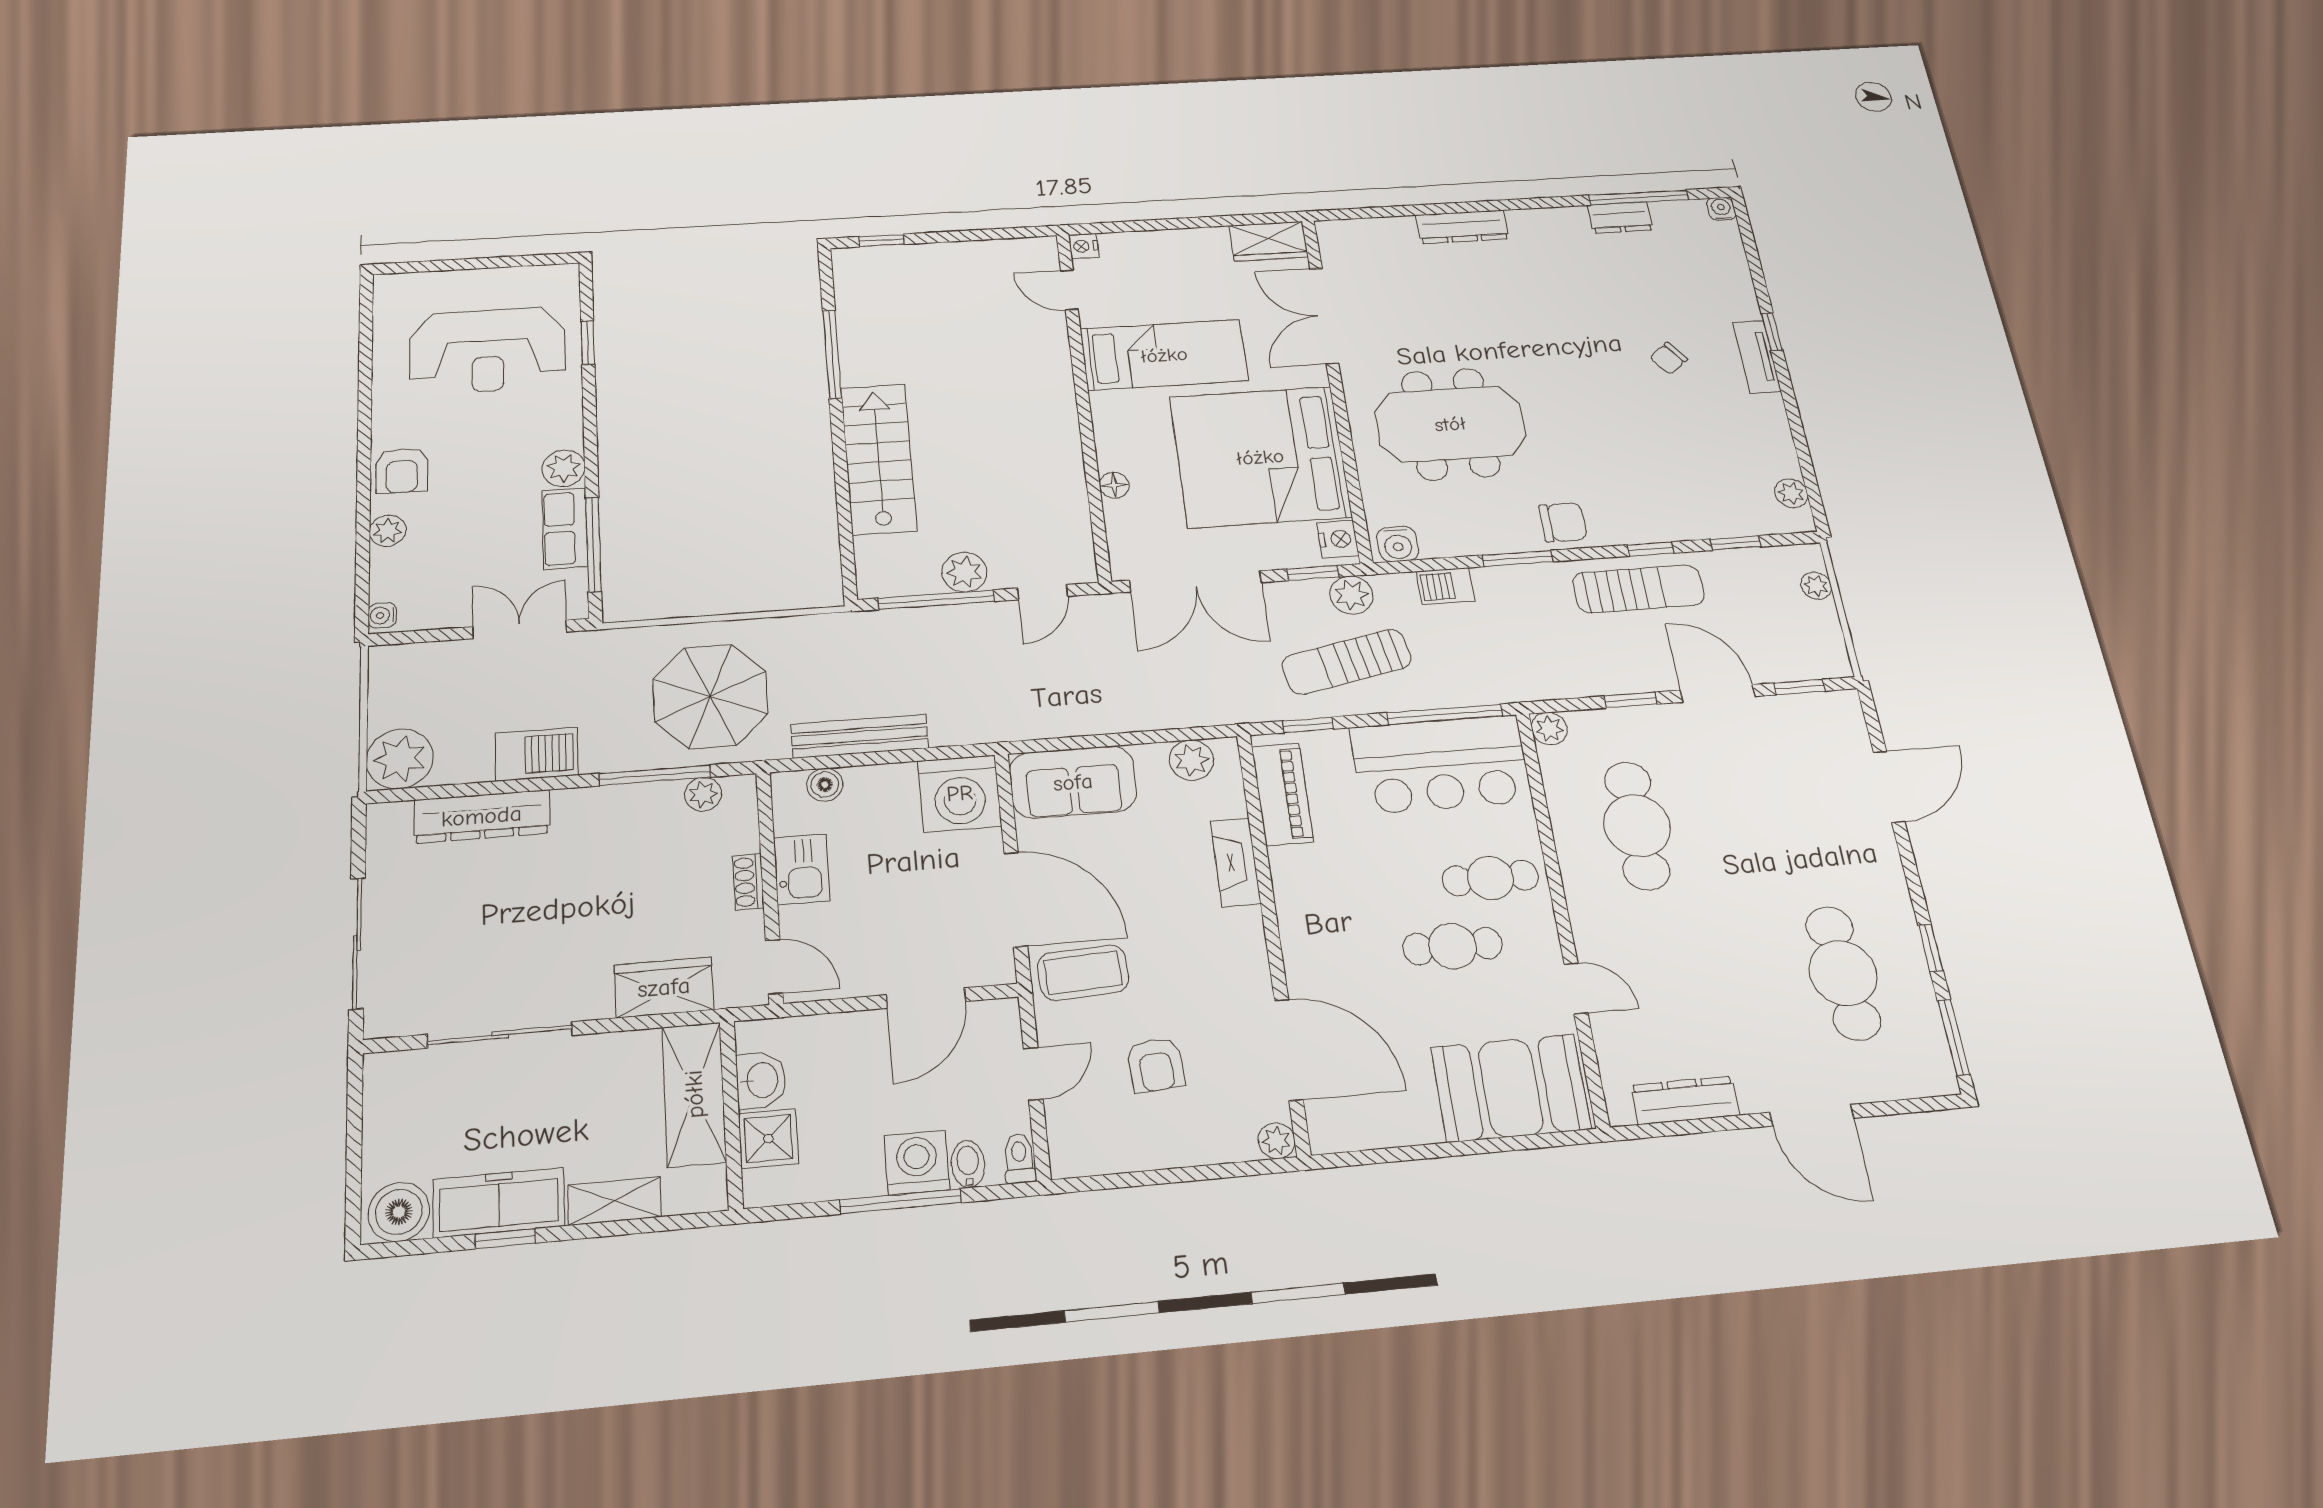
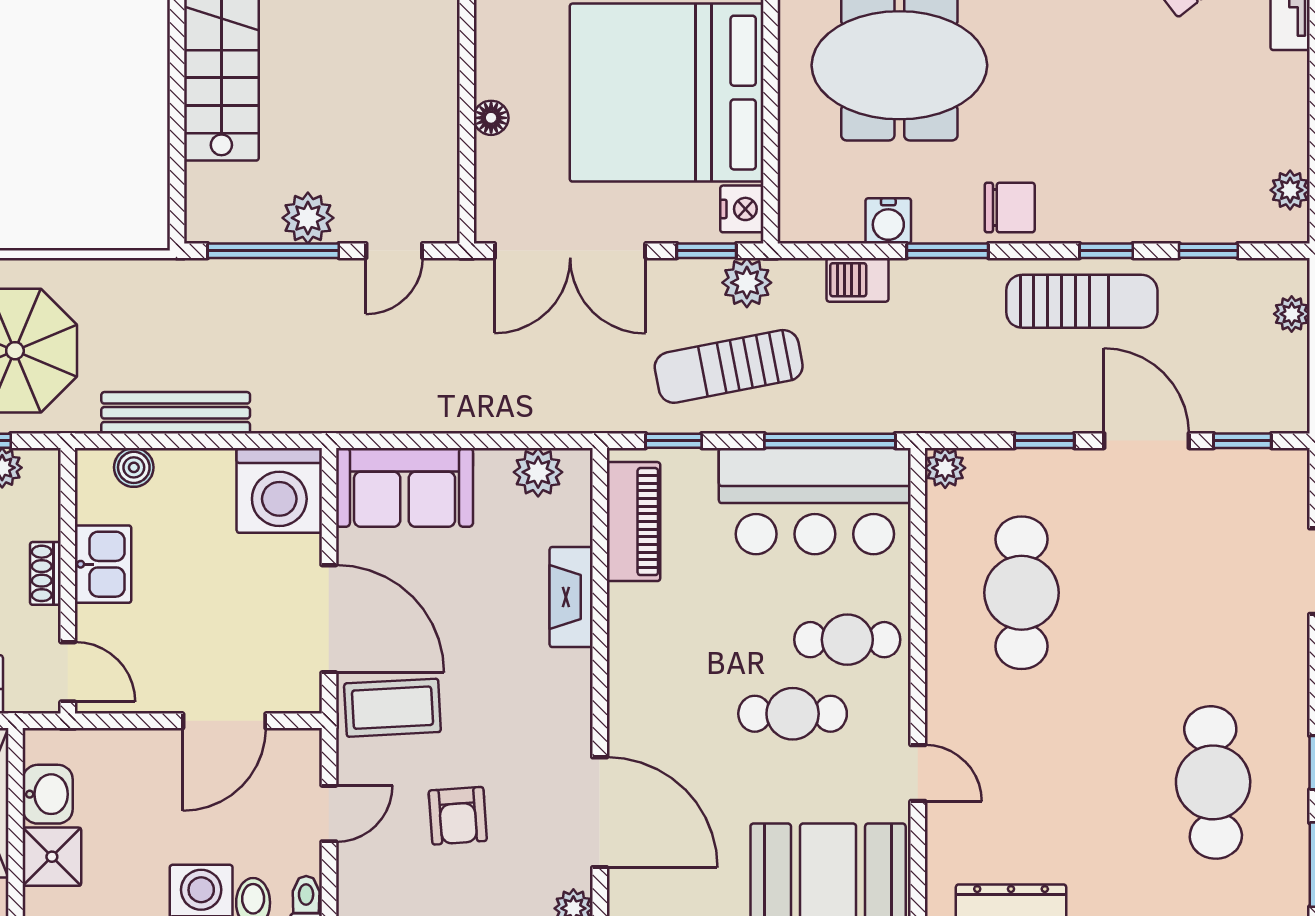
water cooler: (1398, 544) -> (888, 221), moved

